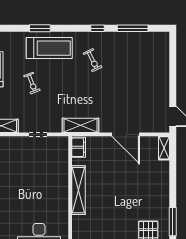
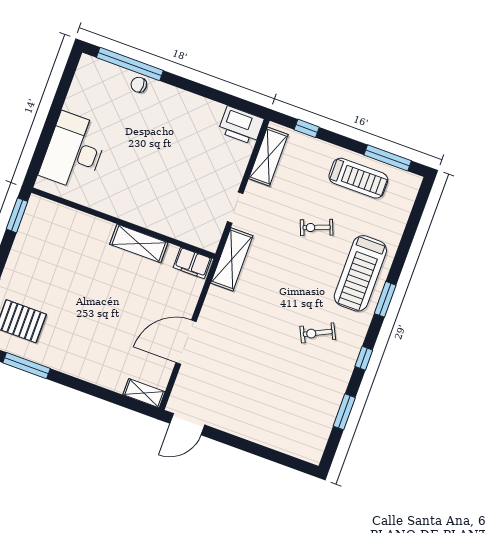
window: (40, 28) -> (385, 299), moved
window: (133, 28) -> (344, 412), width x0.69
shelving: (81, 125) -> (232, 259), moved
shelving: (79, 190) -> (139, 243), width x0.68

